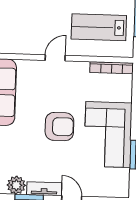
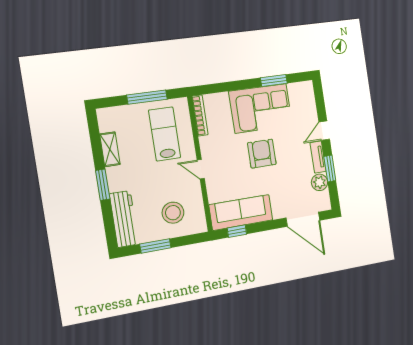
stool: (16, 21) -> (173, 213), added
lab bench: (99, 27) -> (165, 134), turned 180

